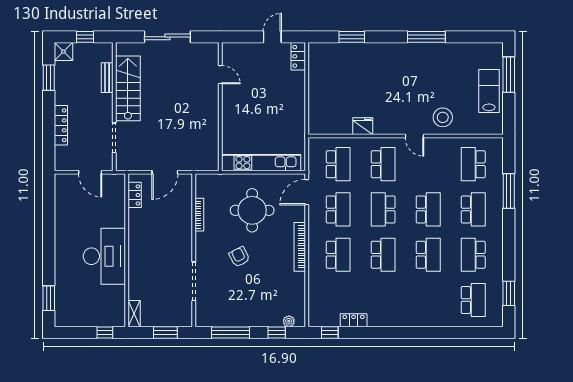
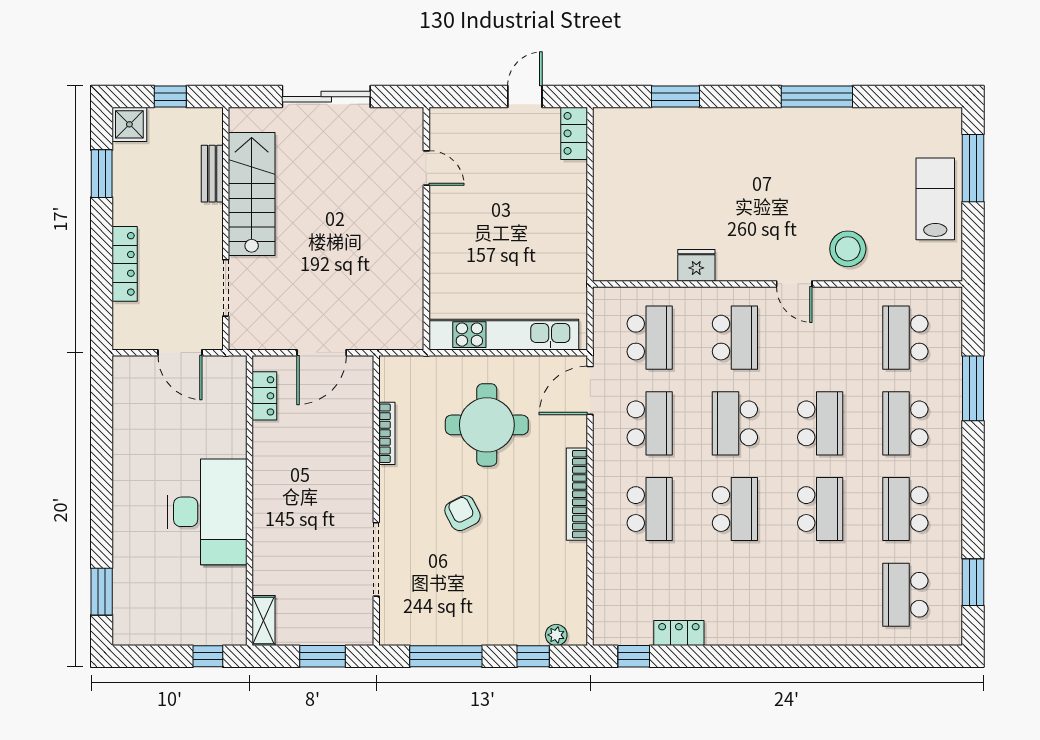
school desk: (473, 209) -> (905, 423), turned 180
school desk: (473, 300) -> (905, 595), turned 180

